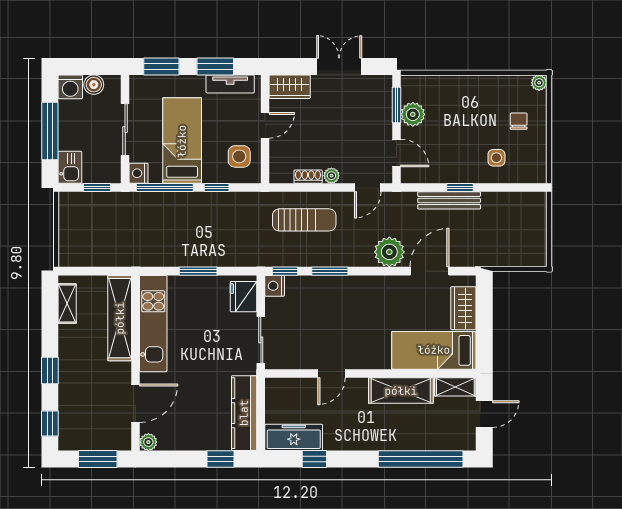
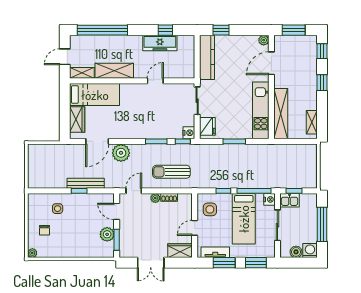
kitchen sink: (70, 167) -> (289, 200), moved, turned -90
freezer: (294, 437) -> (160, 43), moved

